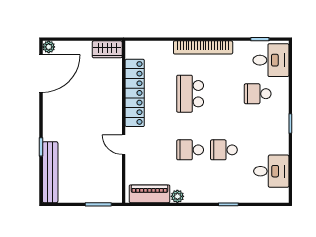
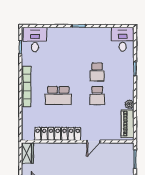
school desk: (258, 94) -> (58, 49), removed
desk: (271, 171) -> (123, 39), moved

